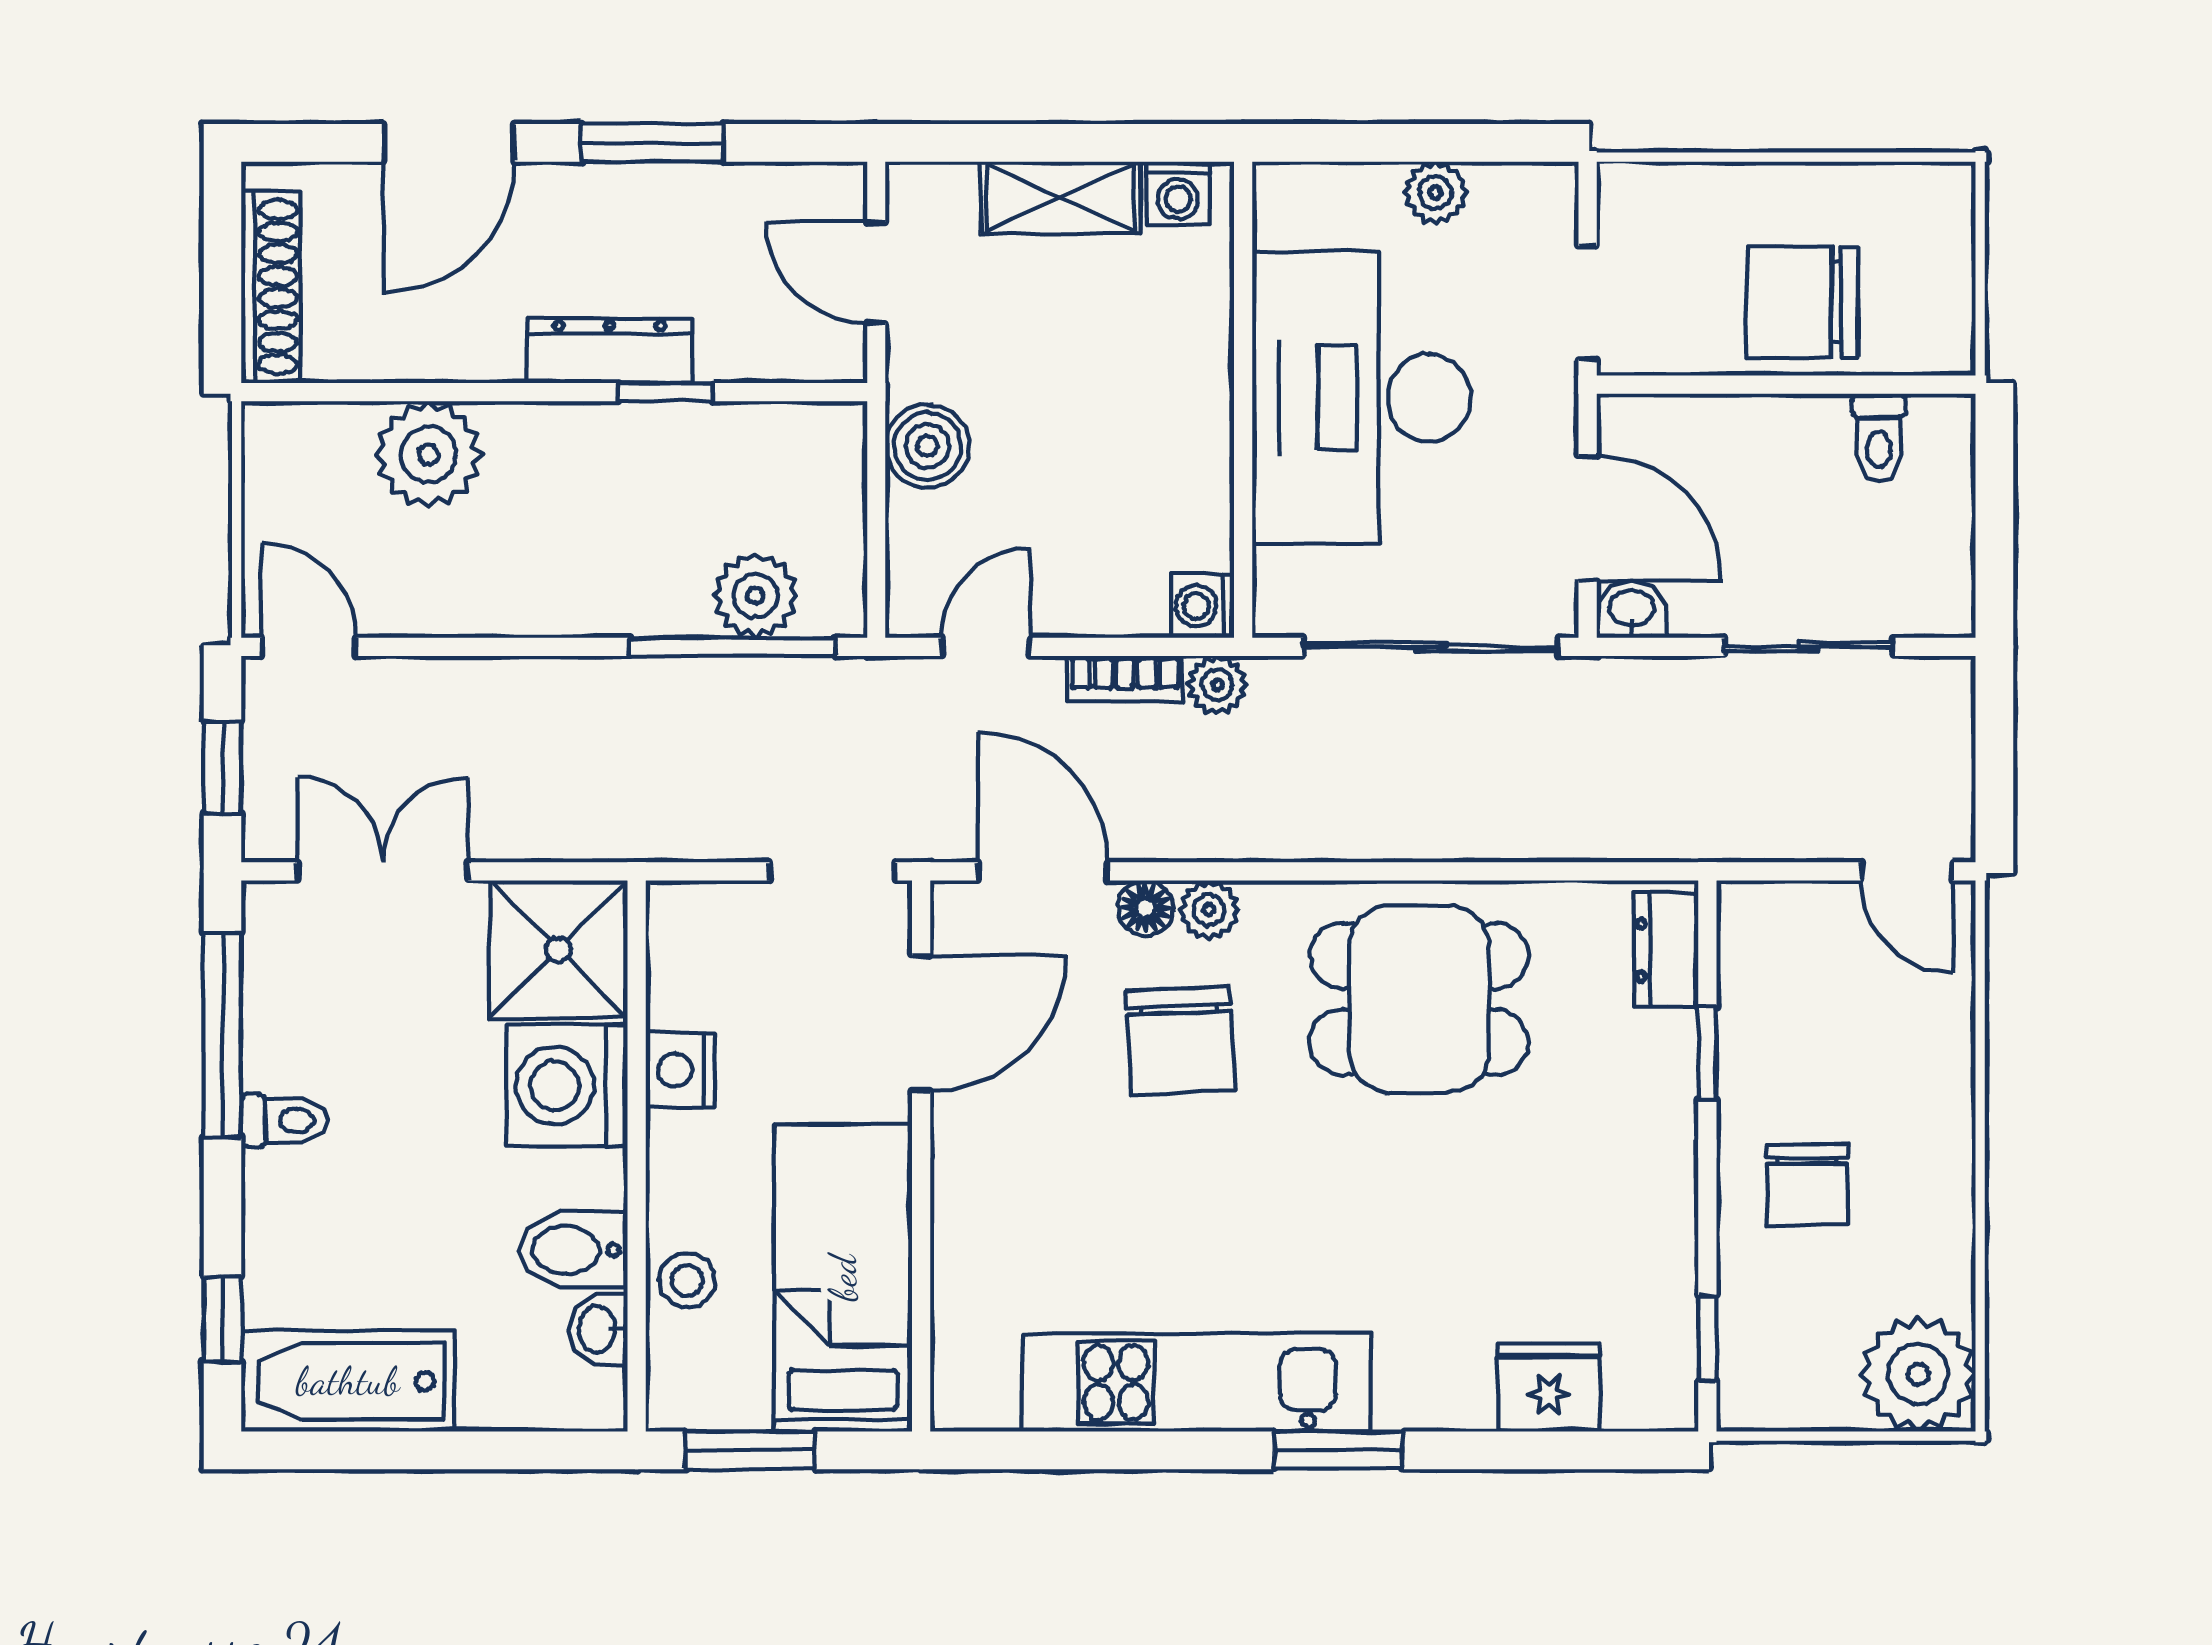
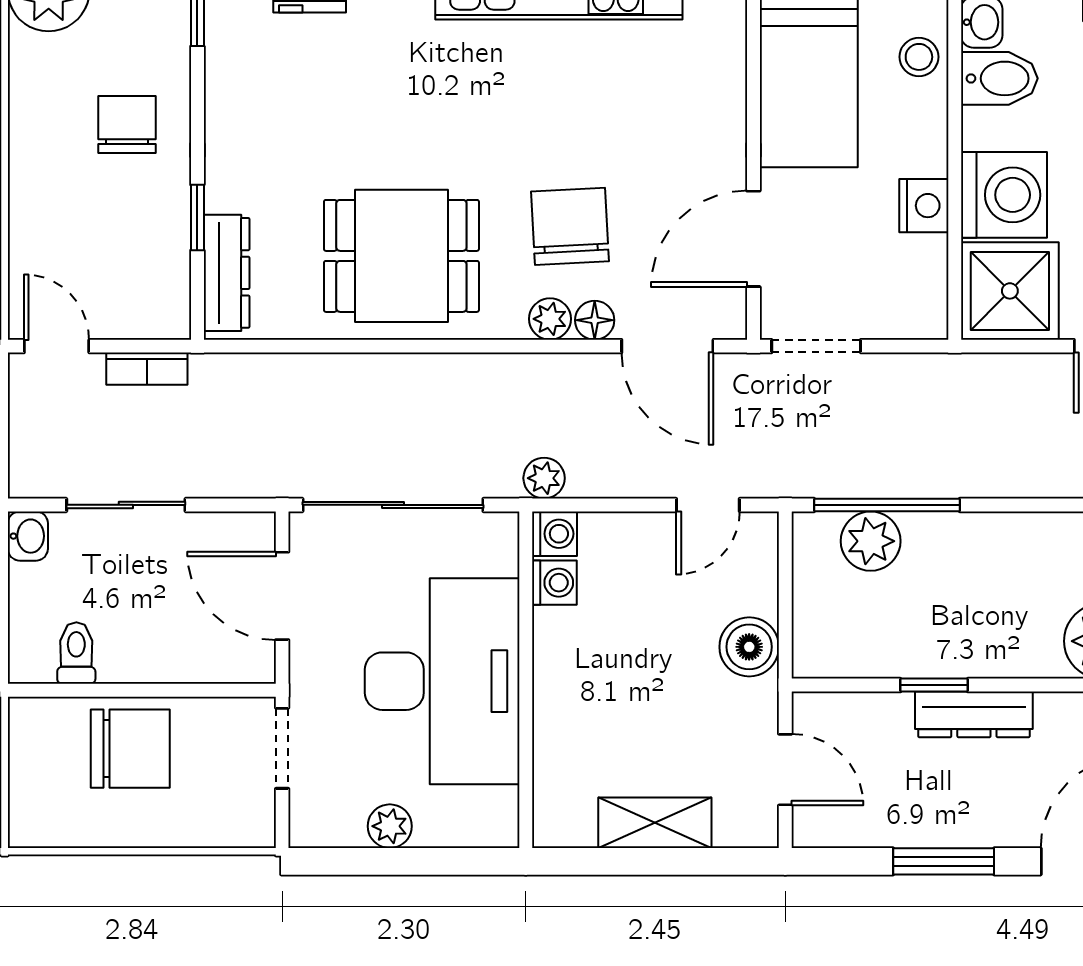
washing machine: (1178, 193) -> (554, 583), moved, turned 90
washbasin: (1632, 610) -> (28, 536), moved, turned -90
bookcase: (1125, 679) -> (147, 369), moved, turned 180
dresser: (1666, 950) -> (227, 273), width x1.44

